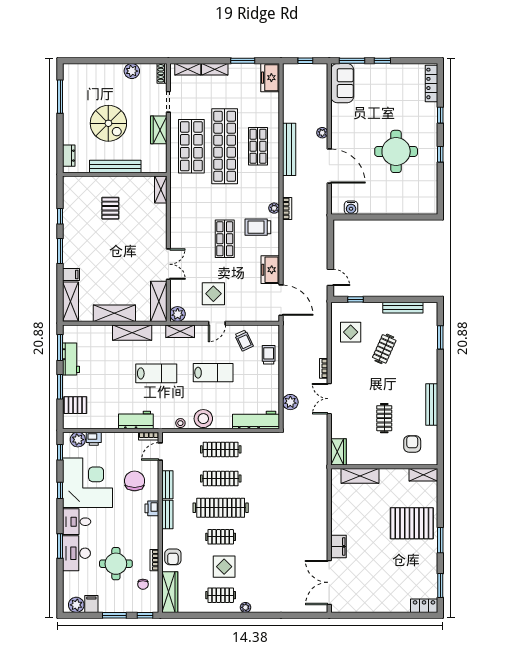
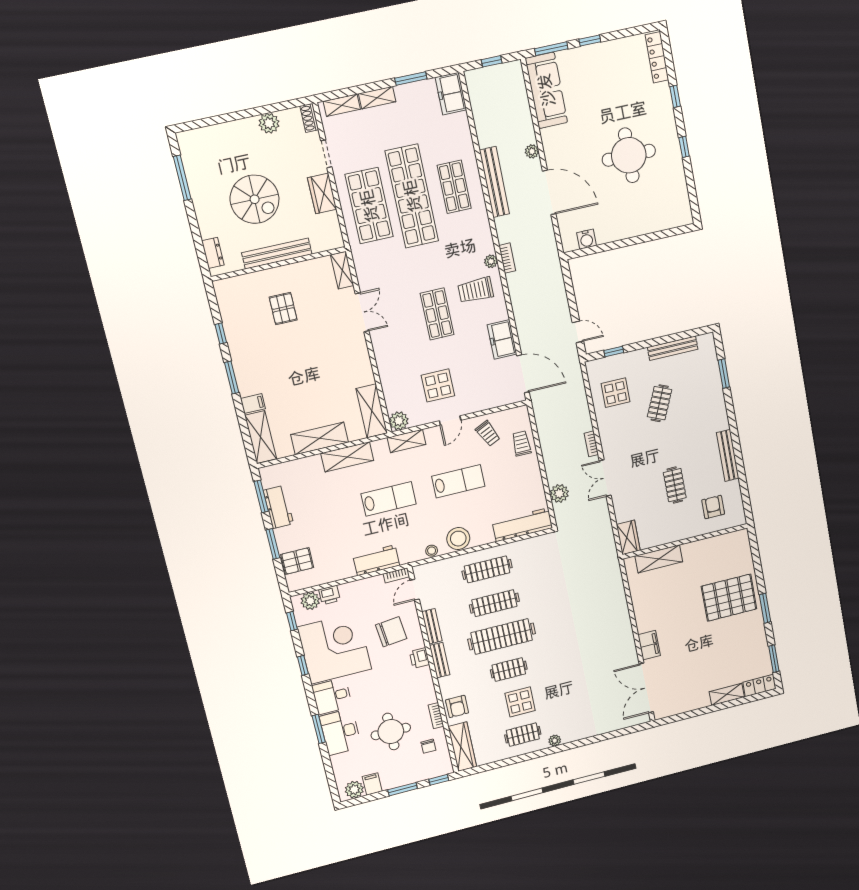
sofa: (342, 83) -> (546, 90), width x1.36
double door: (168, 264) -> (362, 312), moved
shelving: (423, 475) -> (727, 694), moved
chair: (135, 481) -> (391, 632), turned 84

